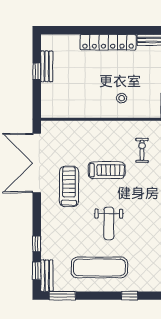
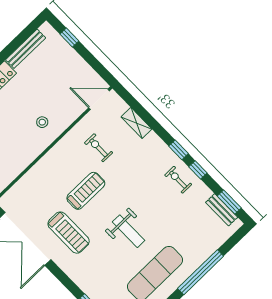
treadmill: (69, 186) -> (69, 233), turned 180
window: (130, 296) -> (201, 272), width x3.17

